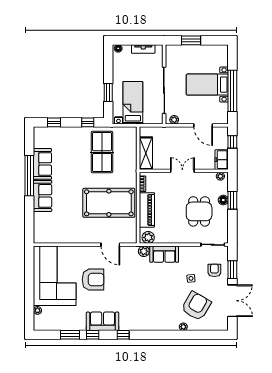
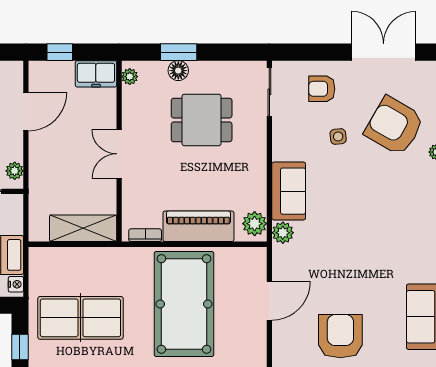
window: (232, 270) -> (320, 52), removed

